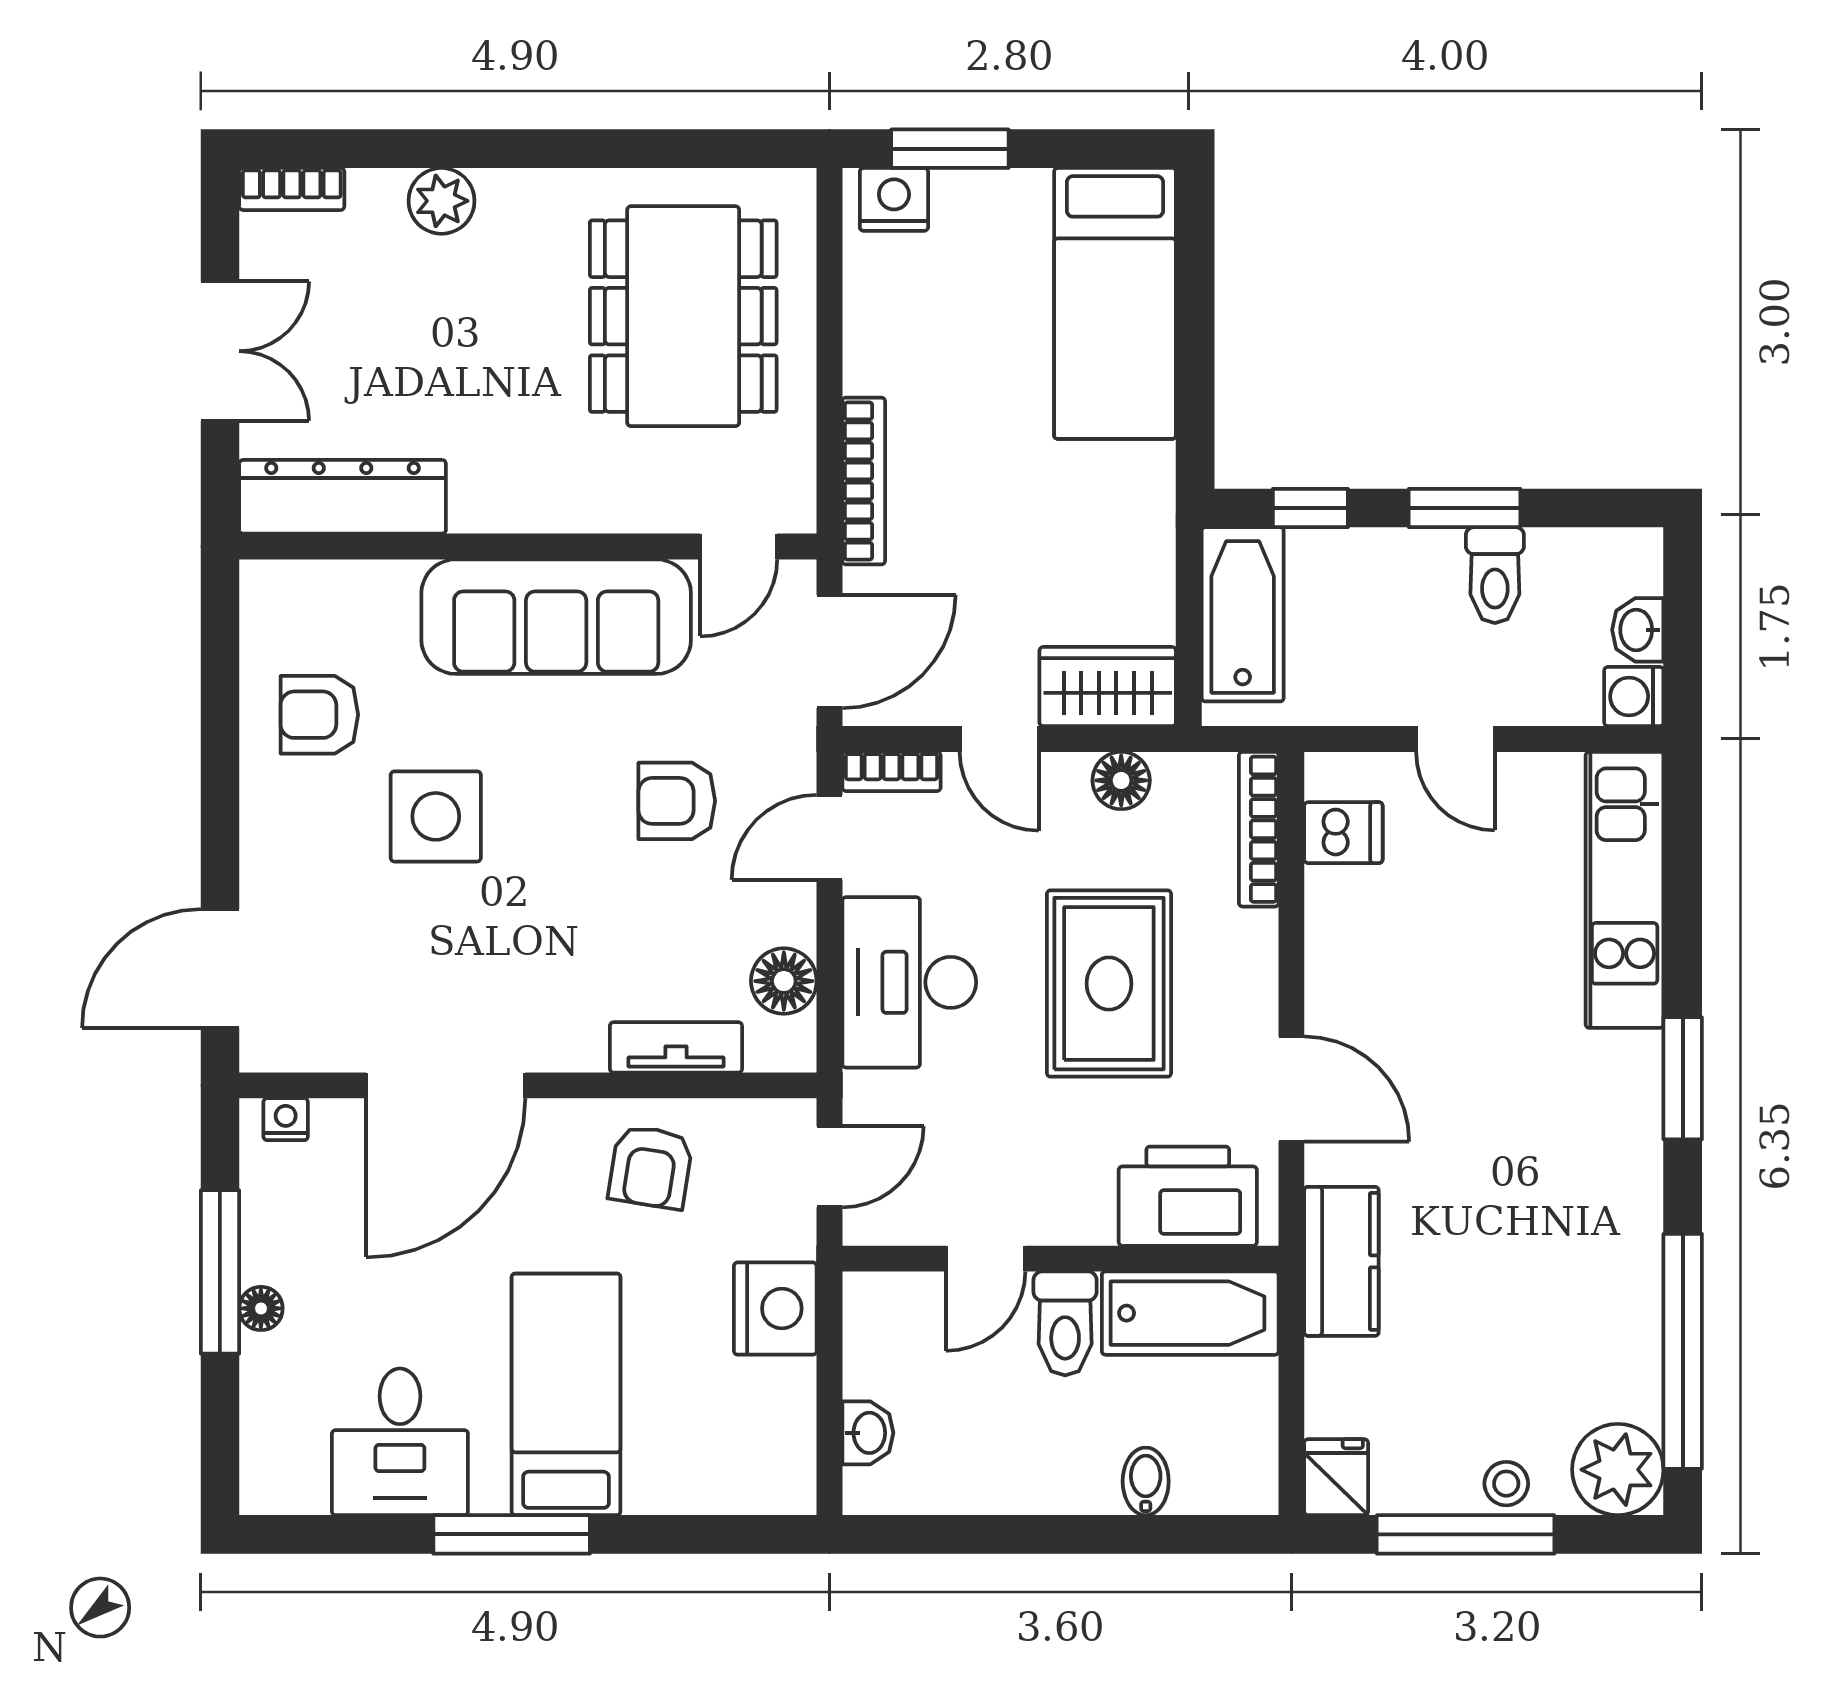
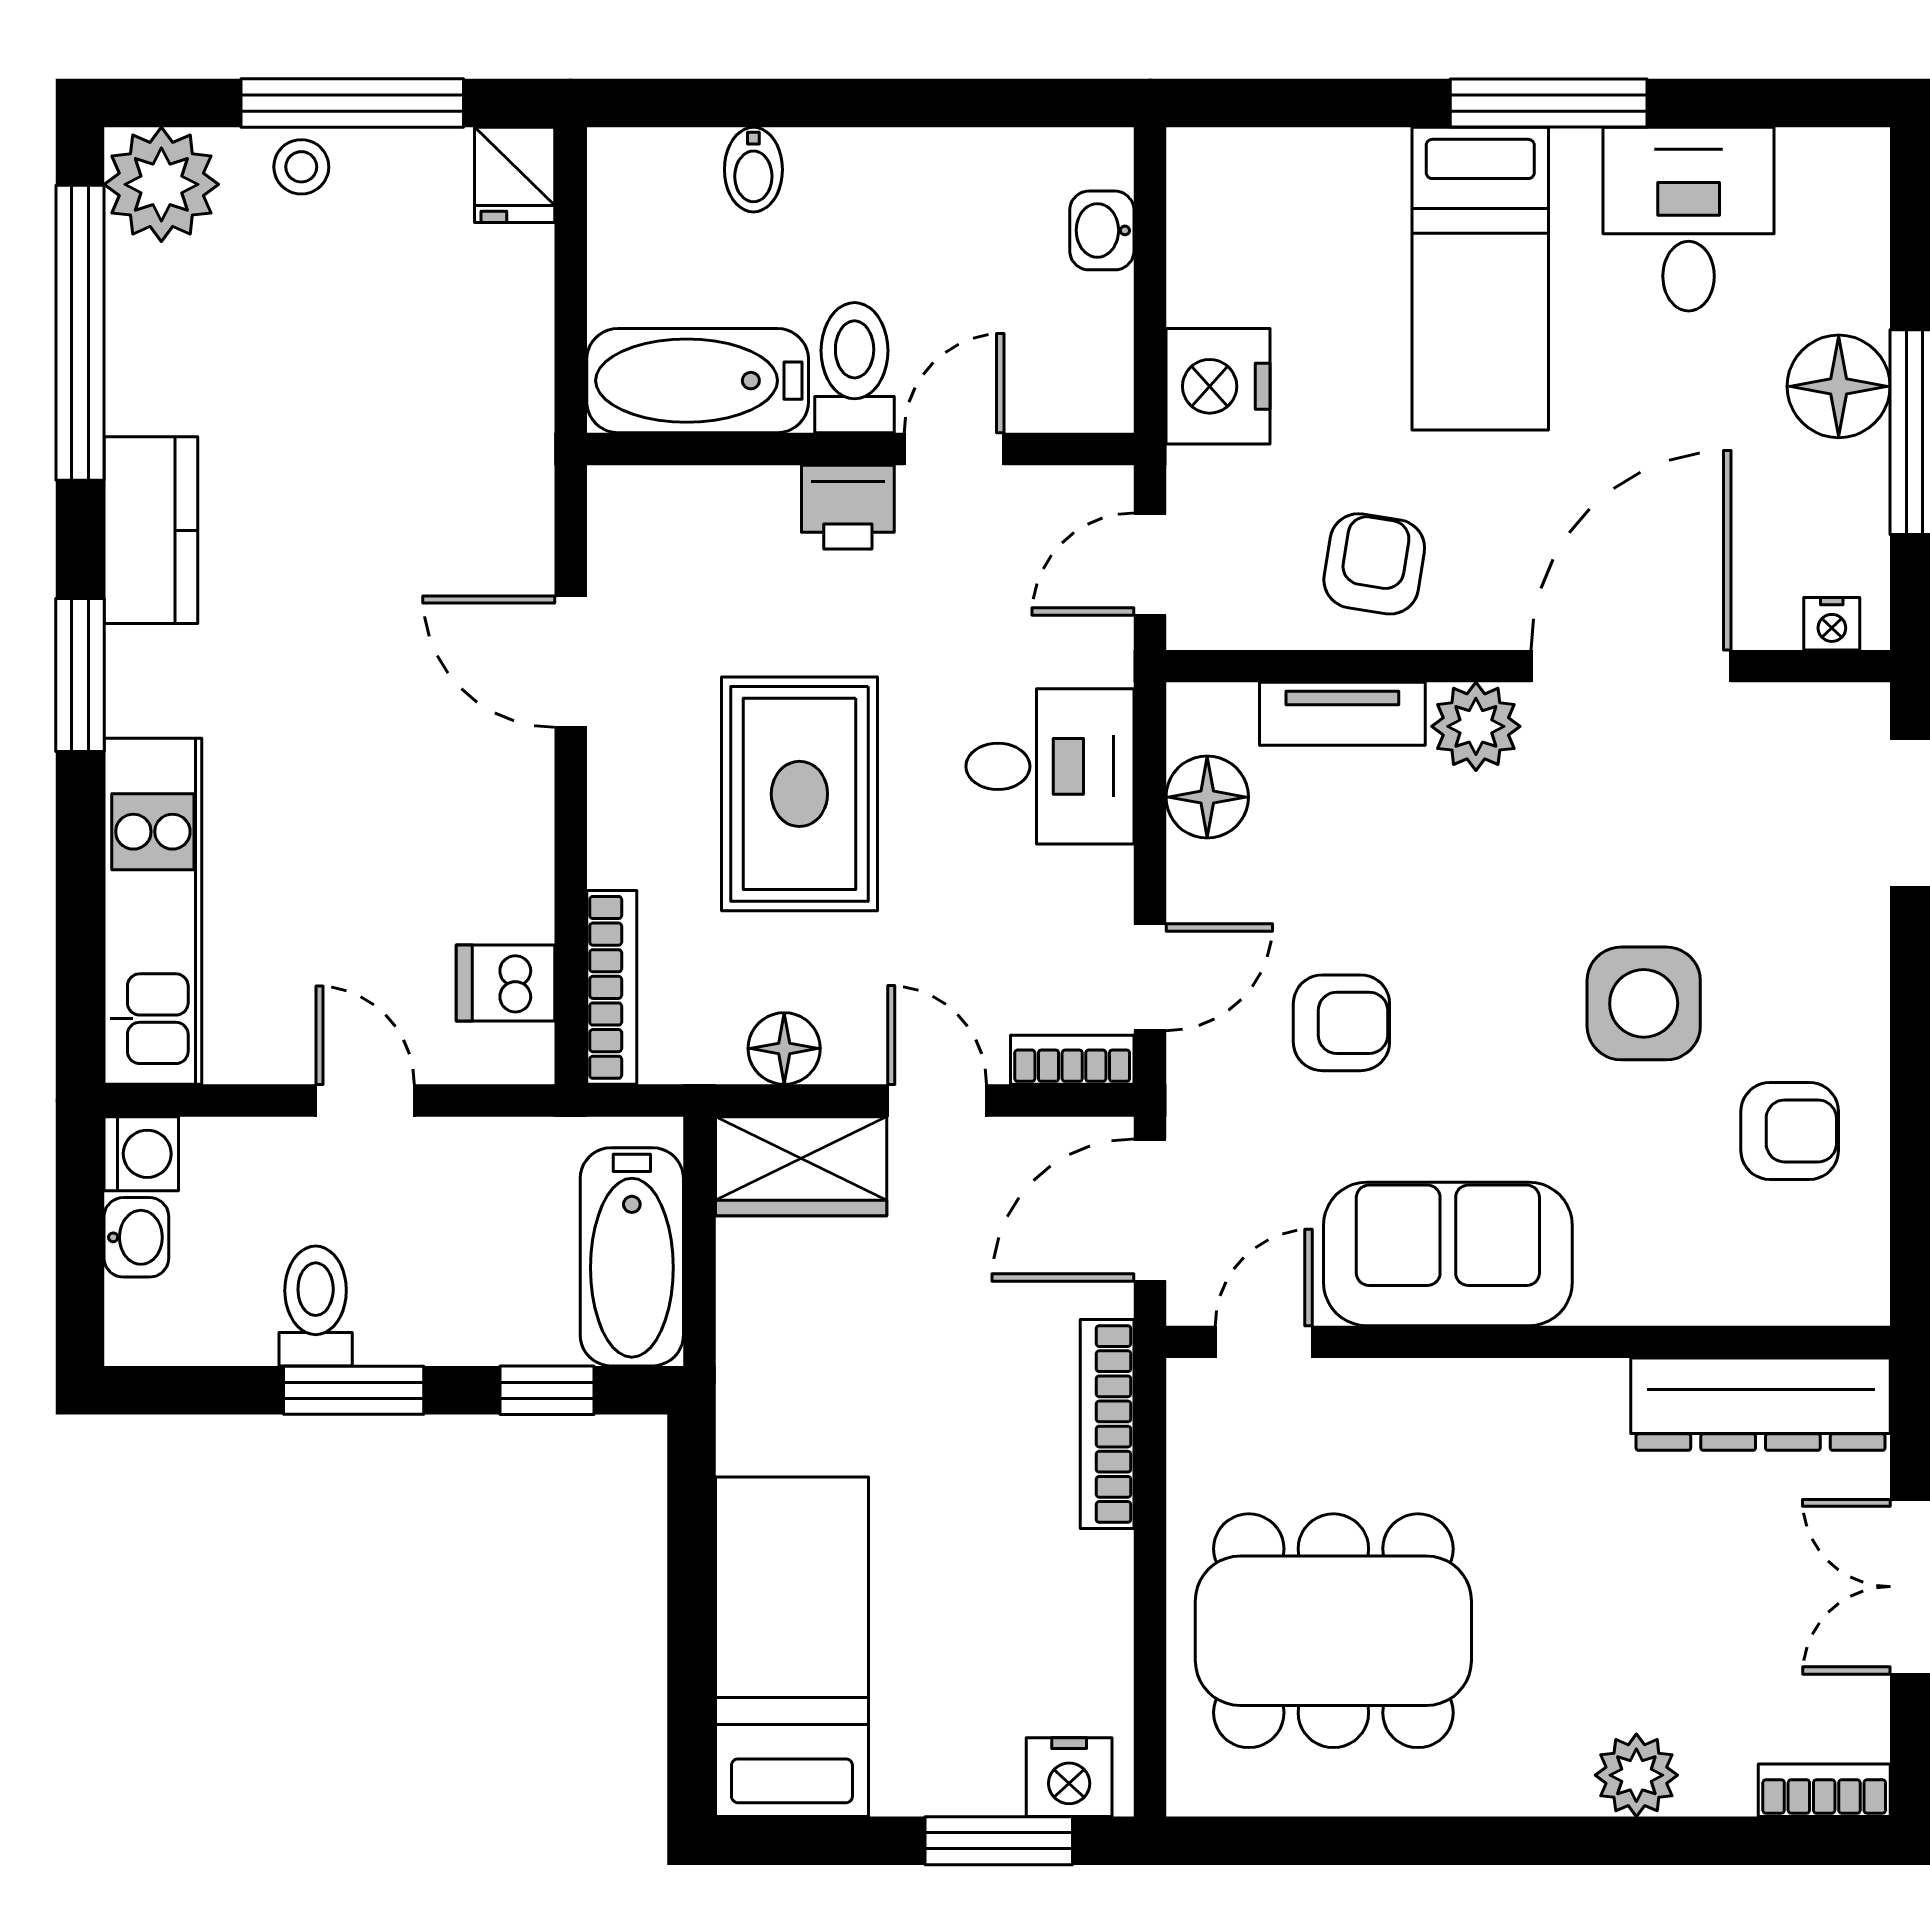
dining table: (683, 316) -> (1333, 1631), turned 90
sofa: (556, 617) -> (1448, 1254), width x0.73
desk: (909, 982) -> (1050, 766), width x0.73
plant: (570, 1037) -> (1476, 726), added
printer: (1188, 1196) -> (848, 507), moved, width x0.53, depth x0.68
kitchen counter: (1341, 1261) -> (151, 530), moved, turned 180
floor lamp: (261, 1308) -> (1839, 386), width x1.89, depth x1.89

